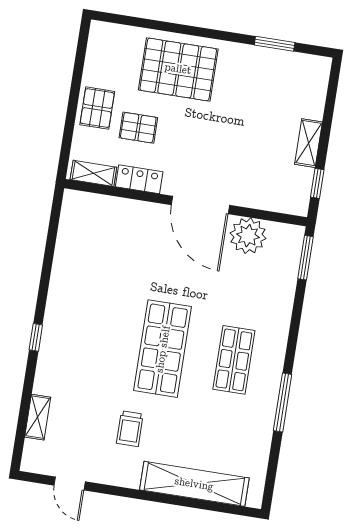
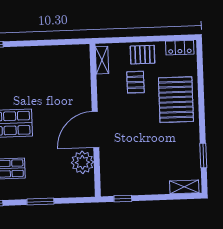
shelving: (308, 143) -> (184, 187), moved
locker: (139, 179) -> (180, 48), moved, turned 90
window: (306, 258) -> (40, 202), moved

